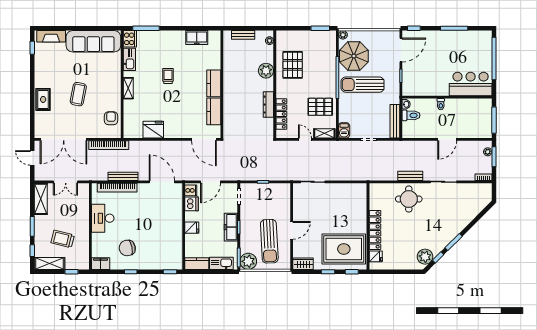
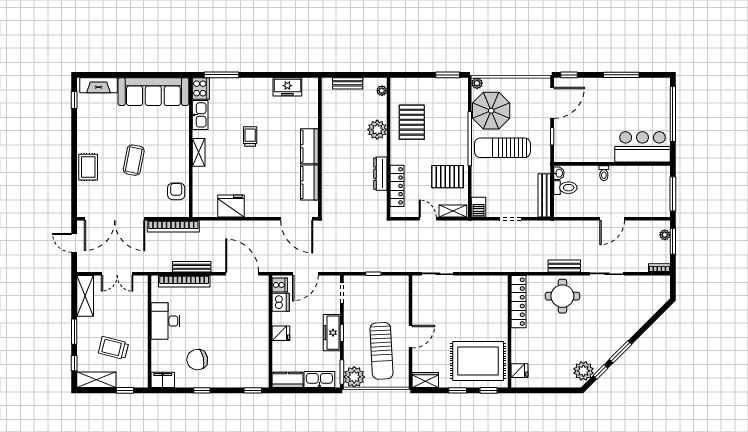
locker: (375, 230) -> (519, 302), moved

